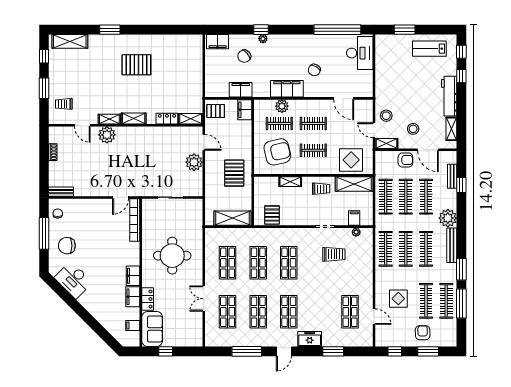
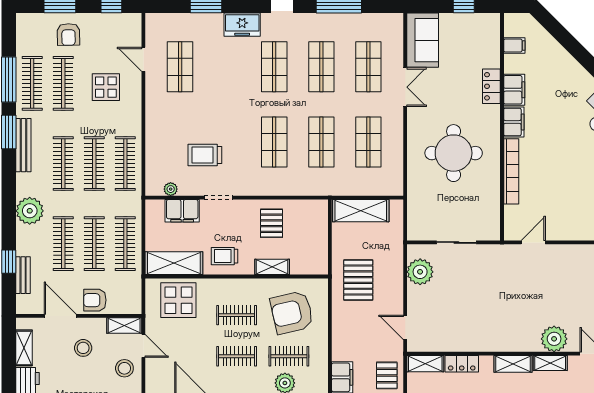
pallet: (216, 111) -> (387, 375), turned 90
plant: (194, 162) -> (420, 272), moved
pallet: (272, 215) -> (272, 223), moved
filing cabinet: (354, 218) -> (182, 211), width x2.00
bookcase: (135, 220) -> (511, 171), moved
bench: (452, 245) -> (23, 145), moved
sofa: (152, 329) -> (423, 40), moved, turned 180

